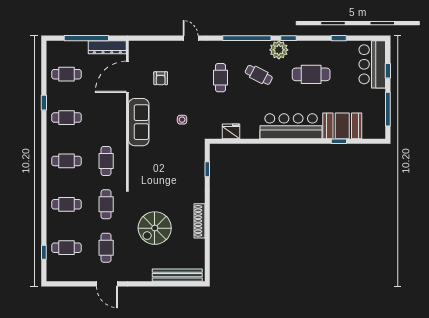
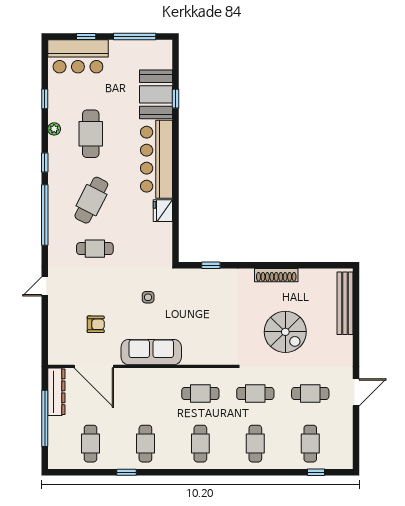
plant: (279, 50) -> (54, 129), moved, width x0.53, depth x0.53
cafe table: (259, 75) -> (91, 200), width x1.37, depth x1.35
fridge: (231, 131) -> (163, 211), moved

